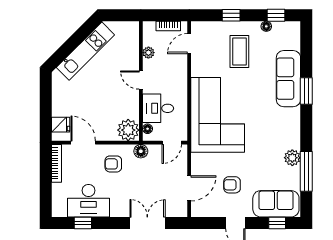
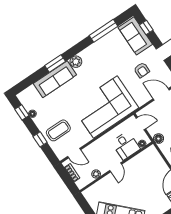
coffee table: (239, 51) -> (58, 130), moved
plant: (128, 130) -> (151, 155), removed
plant: (292, 158) -> (76, 62), moved

